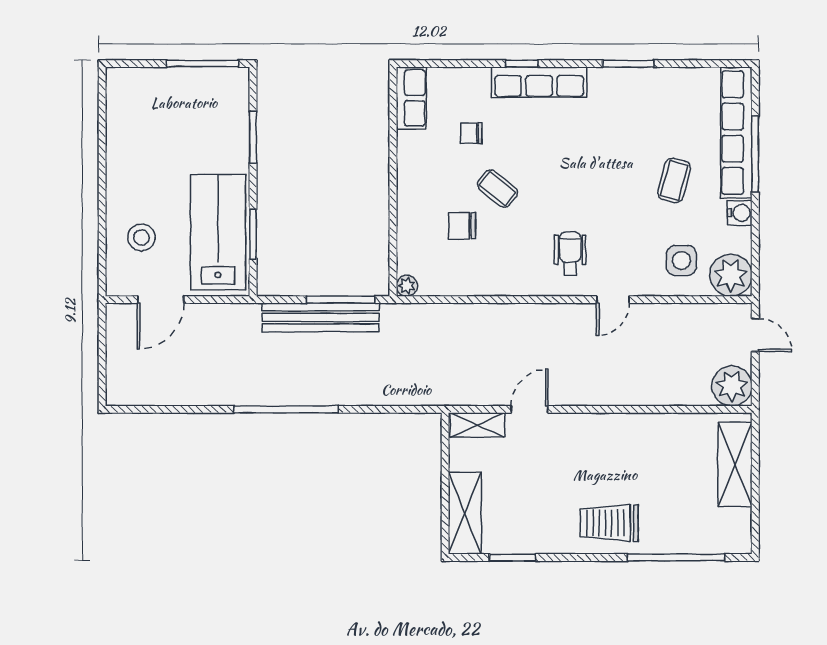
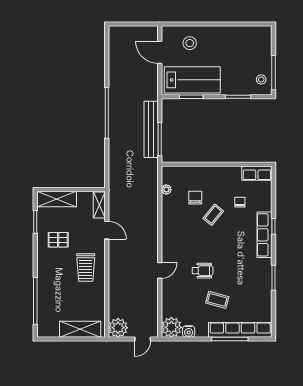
stool: (217, 89) -> (261, 79), added
water cooler: (740, 213) -> (189, 331), moved
wheelchair: (570, 253) -> (203, 271), moved
side table: (681, 261) -> (179, 303), removed
plant: (407, 286) -> (166, 190), moved
door: (613, 300) -> (160, 270), swing flipped
pallet: (549, 510) -> (58, 240), added
trolley: (609, 523) -> (86, 268), moved, turned 180

